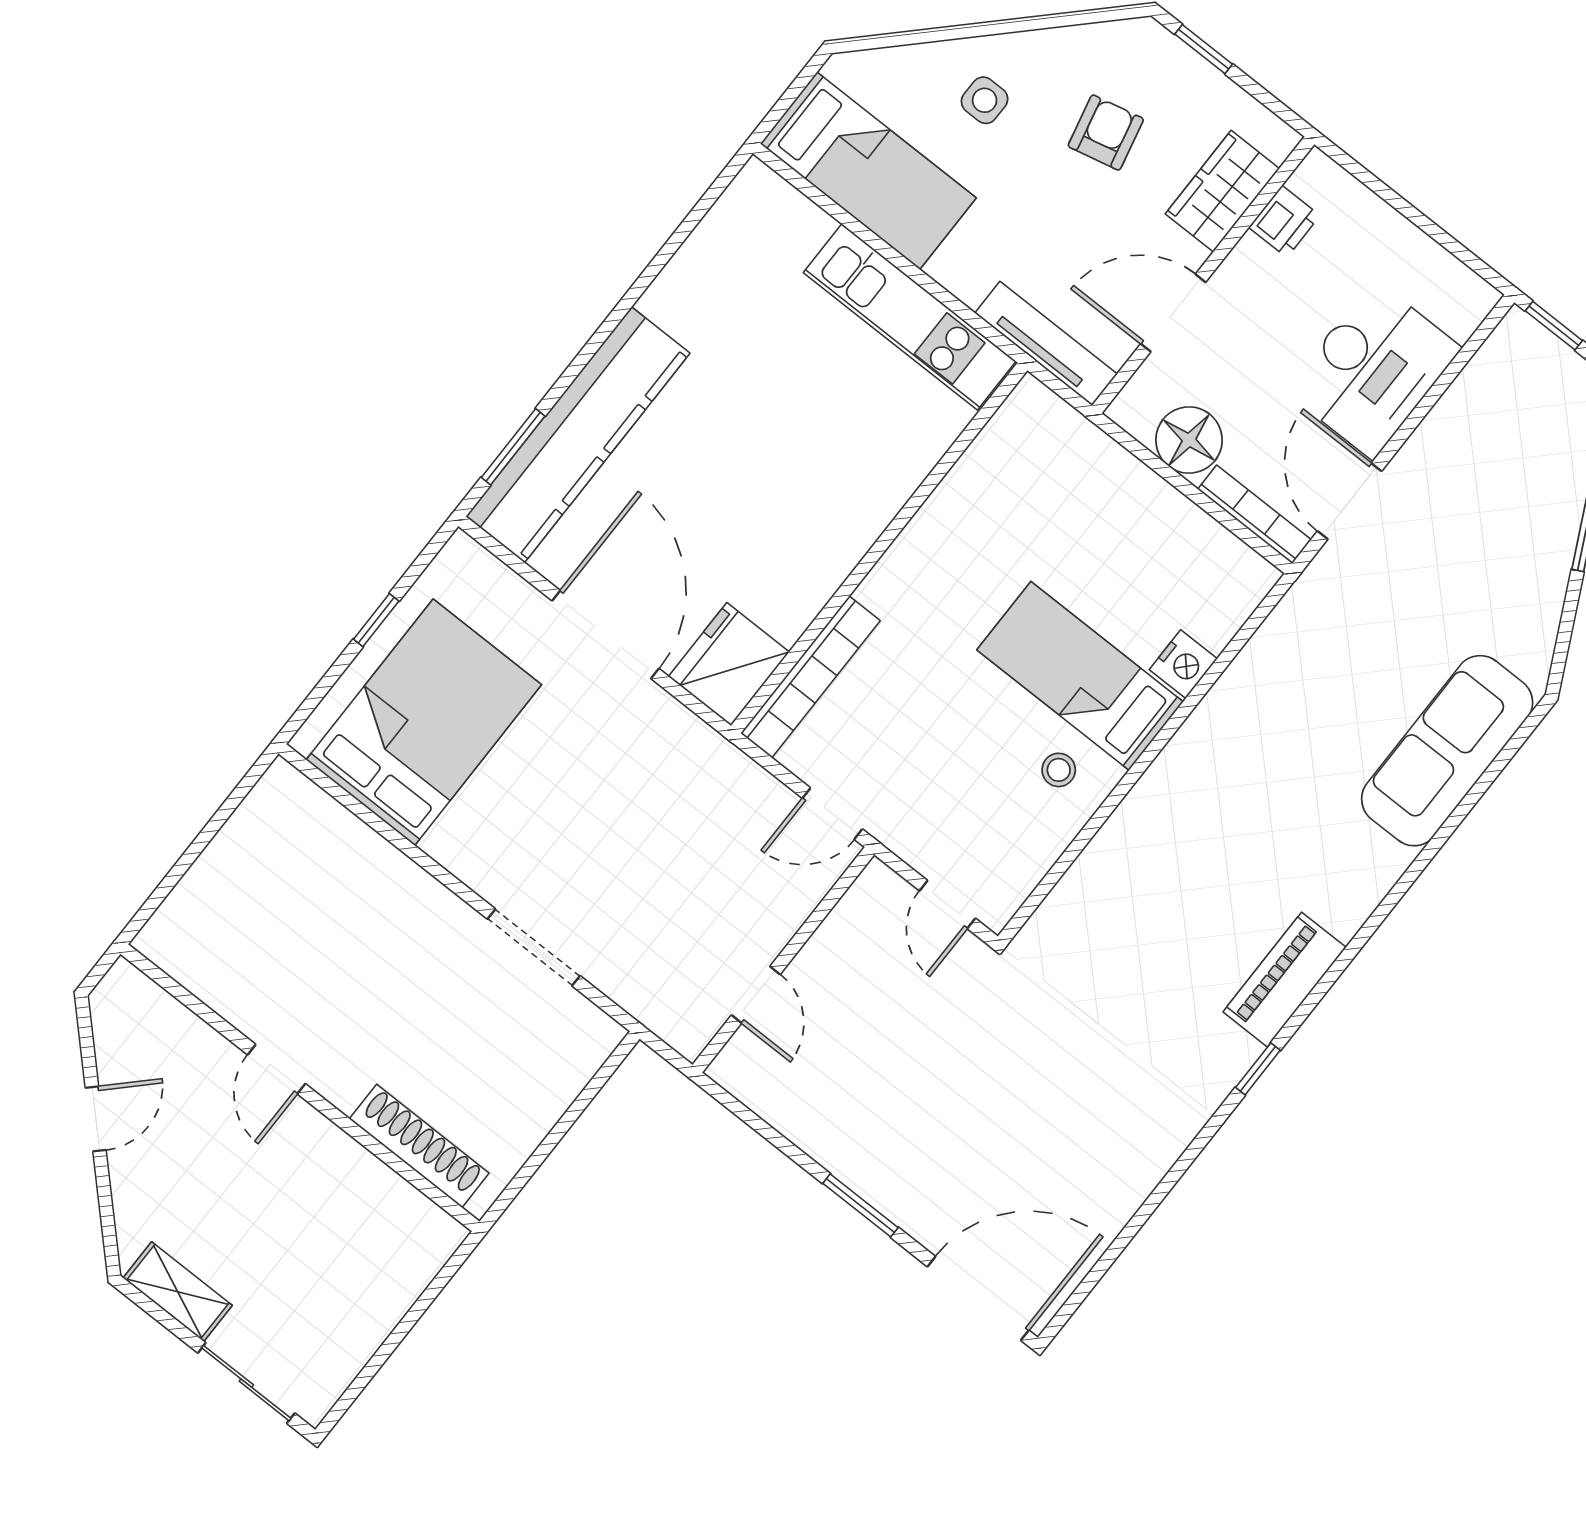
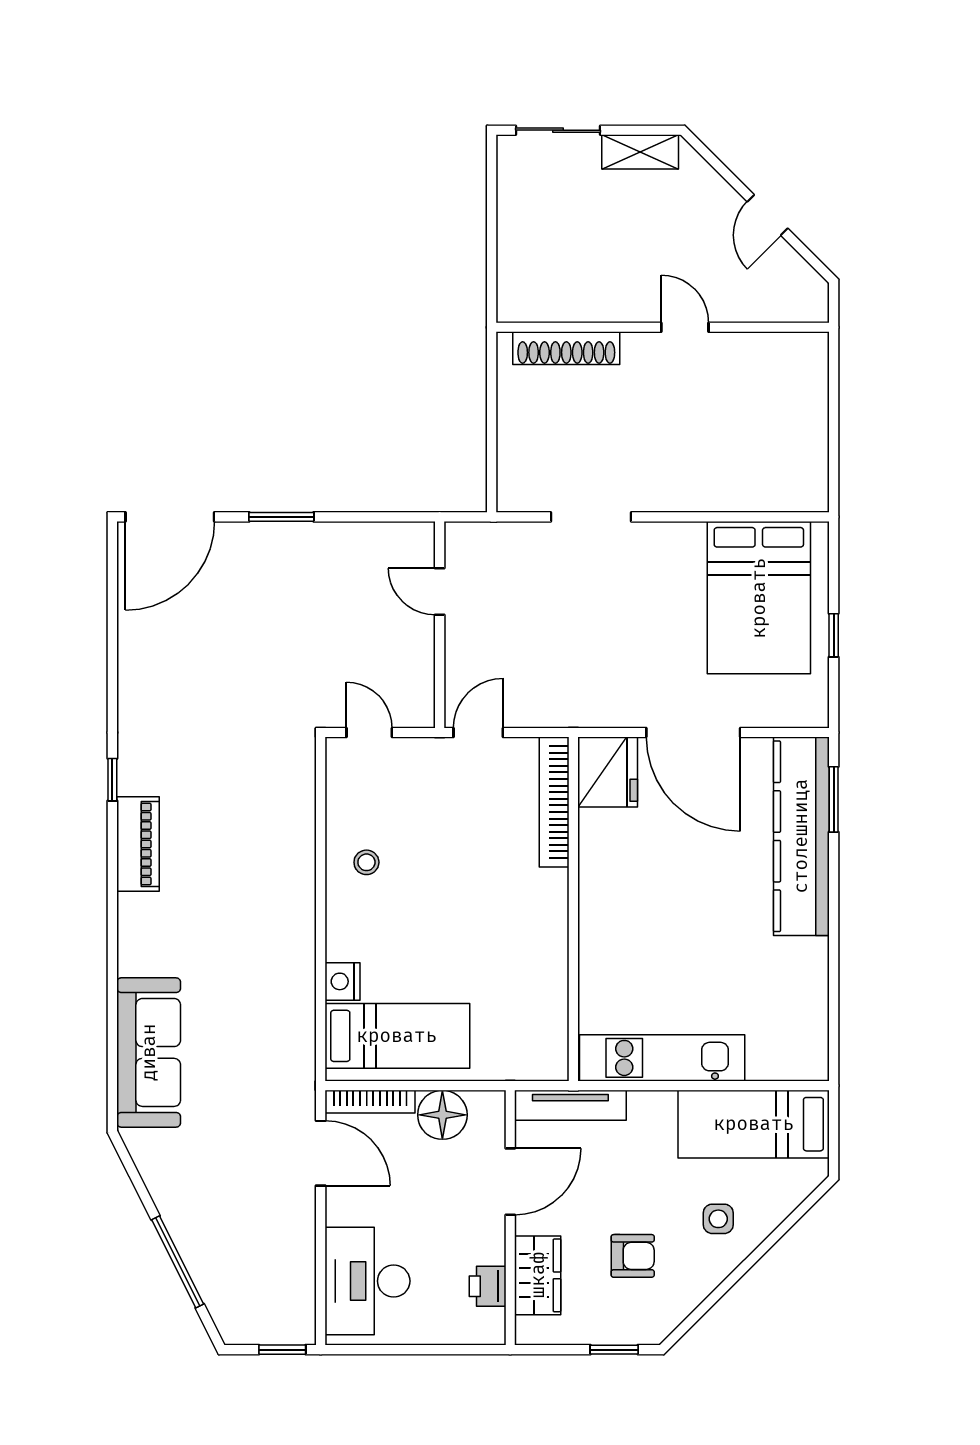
armchair: (1106, 133) -> (633, 1256), turned -77
desk: (1373, 369) -> (367, 1281), moved
bed: (1080, 676) -> (397, 1036), moved

